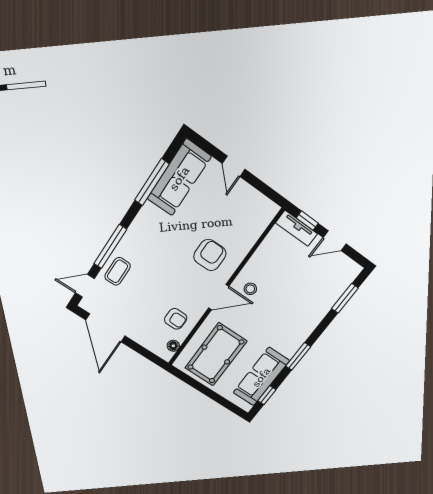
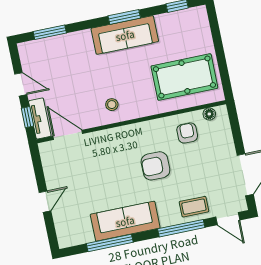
sofa: (179, 178) -> (125, 221), moved
armchair: (210, 255) -> (155, 166), moved
door: (219, 297) -> (68, 135), moved
sofa: (261, 377) -> (125, 35), moved

